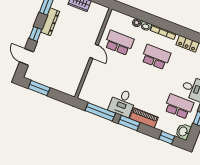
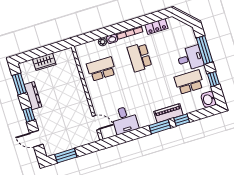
door: (94, 51) -> (96, 123), moved
school desk: (156, 57) -> (140, 57), turned -90
desk: (122, 103) -> (125, 120), moved
window: (100, 112) -> (130, 136), removed
window: (167, 138) -> (182, 120), moved

